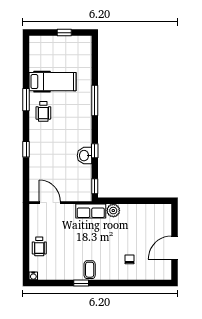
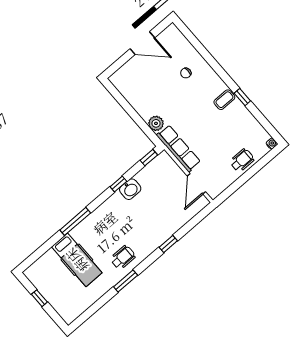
hospital bed: (53, 82) -> (77, 260), moved, turned 180
row of seats: (91, 211) -> (178, 148), width x1.48

